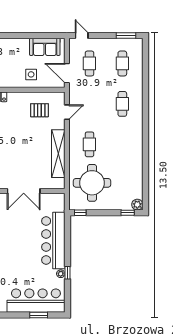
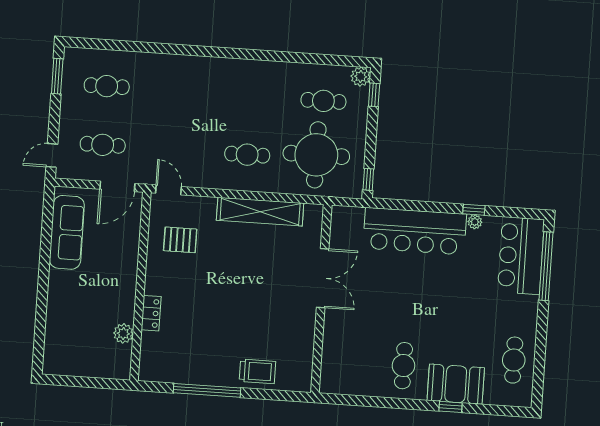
sofa: (45, 47) -> (67, 232), width x1.36
side table: (31, 74) -> (115, 250), removed
cafe table: (122, 104) -> (323, 101), moved
pallet: (39, 110) -> (180, 240), turned 90
door: (67, 112) -> (169, 190), moved
bar counter: (36, 301) -> (521, 256), width x0.73
window: (39, 315) -> (546, 266), width x2.11

